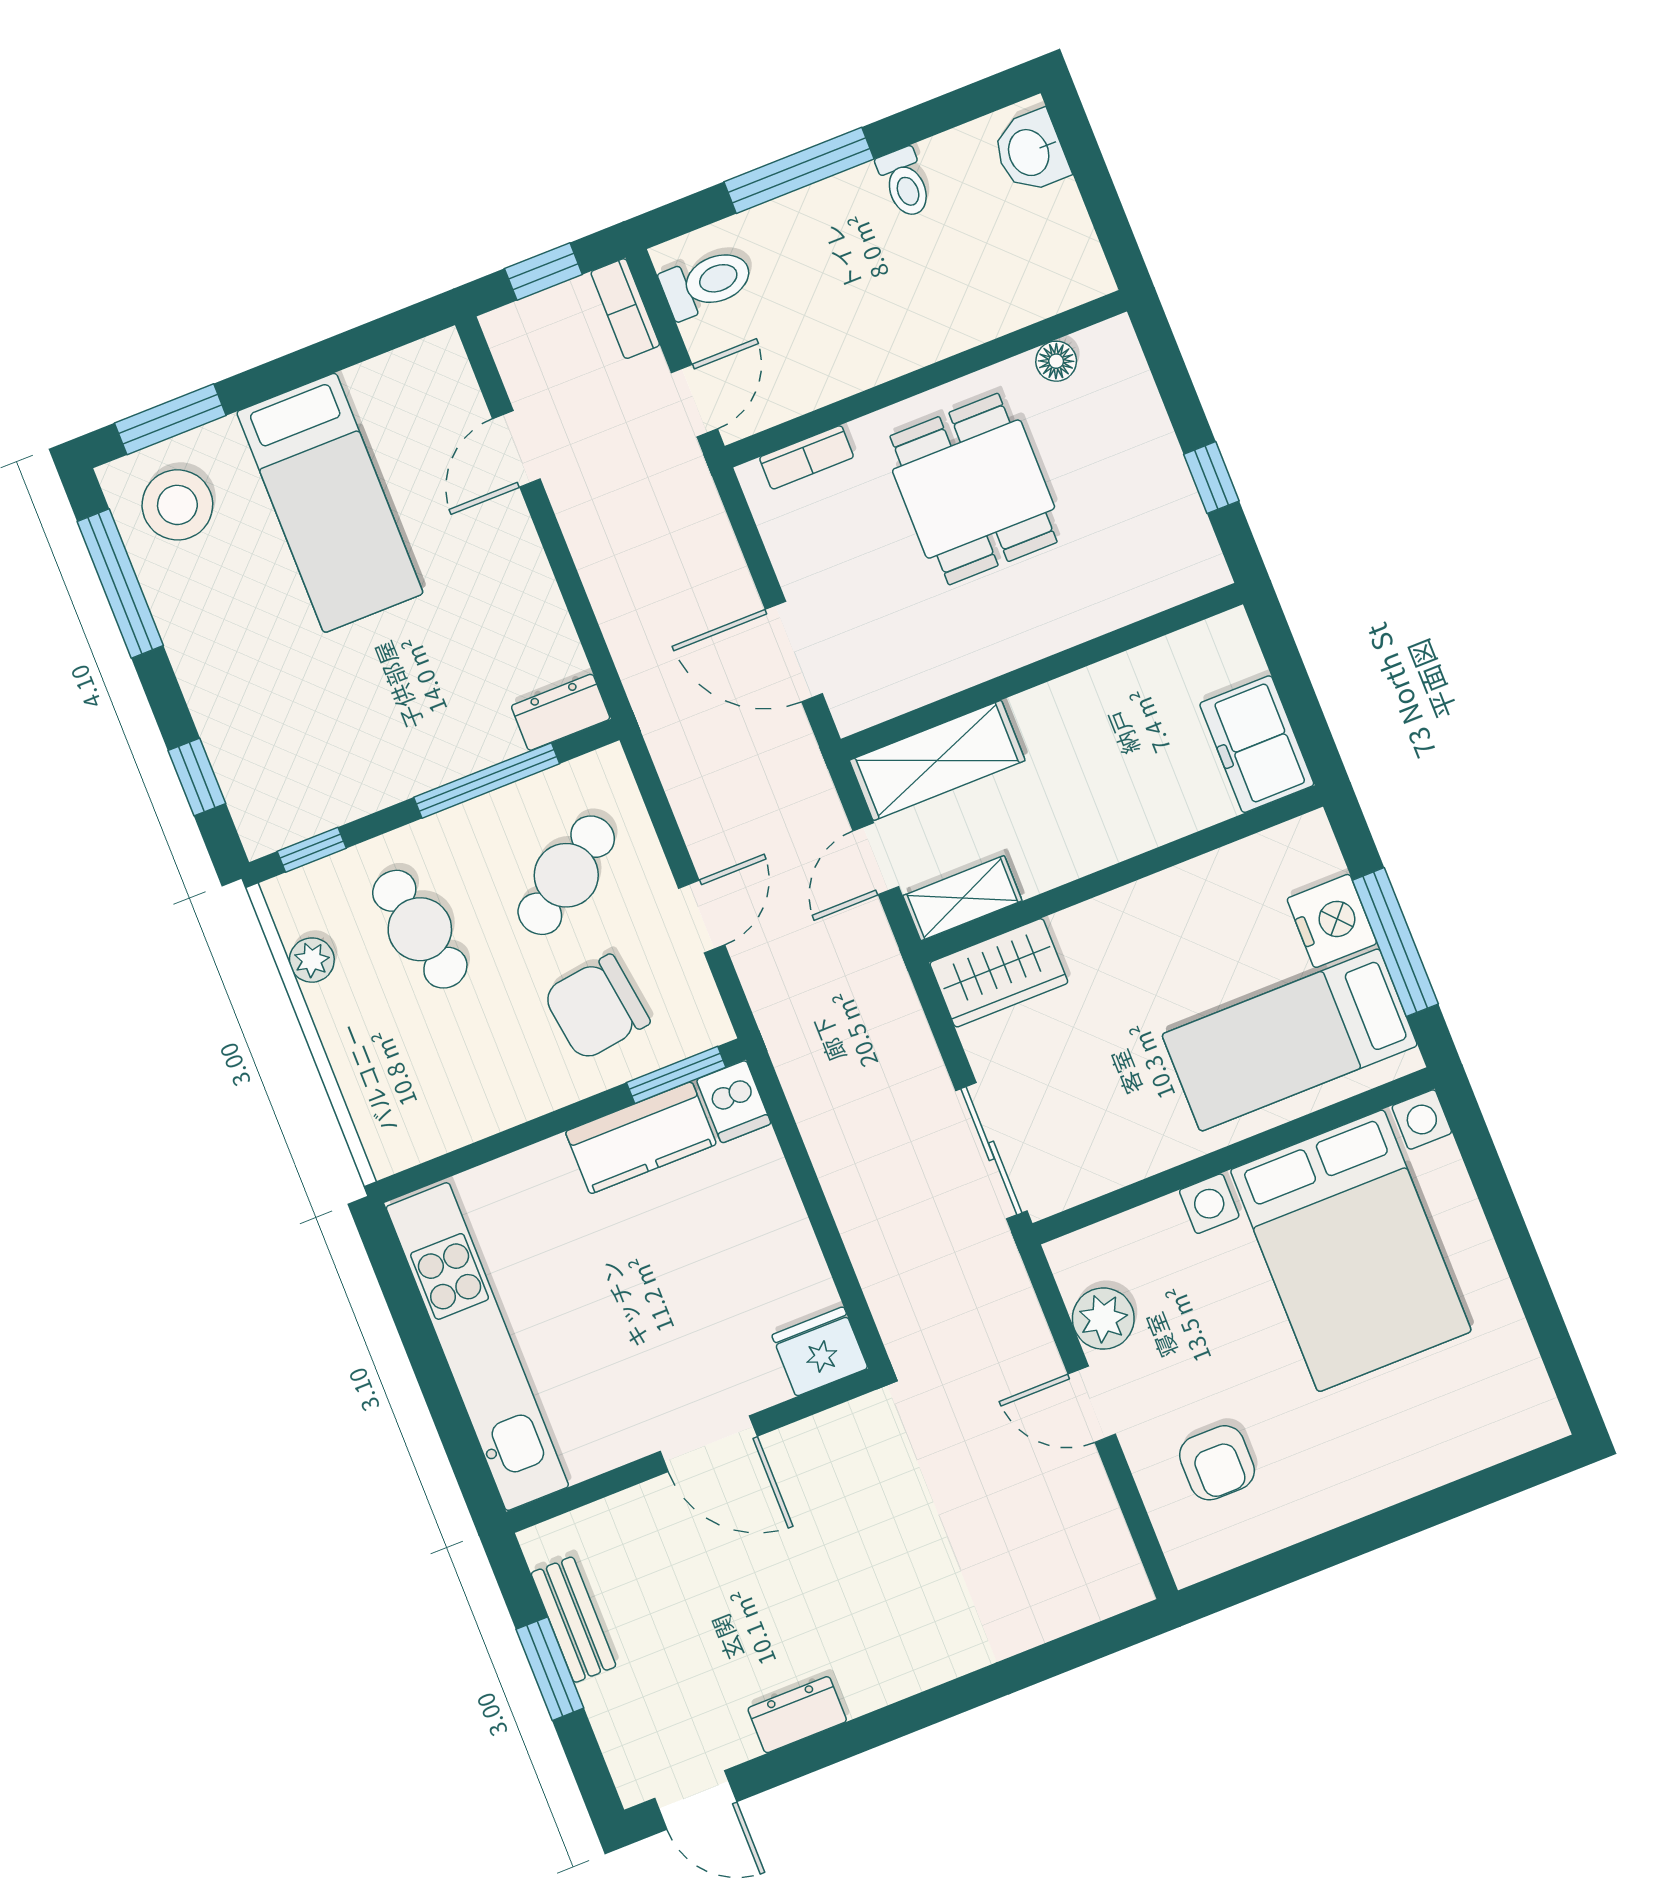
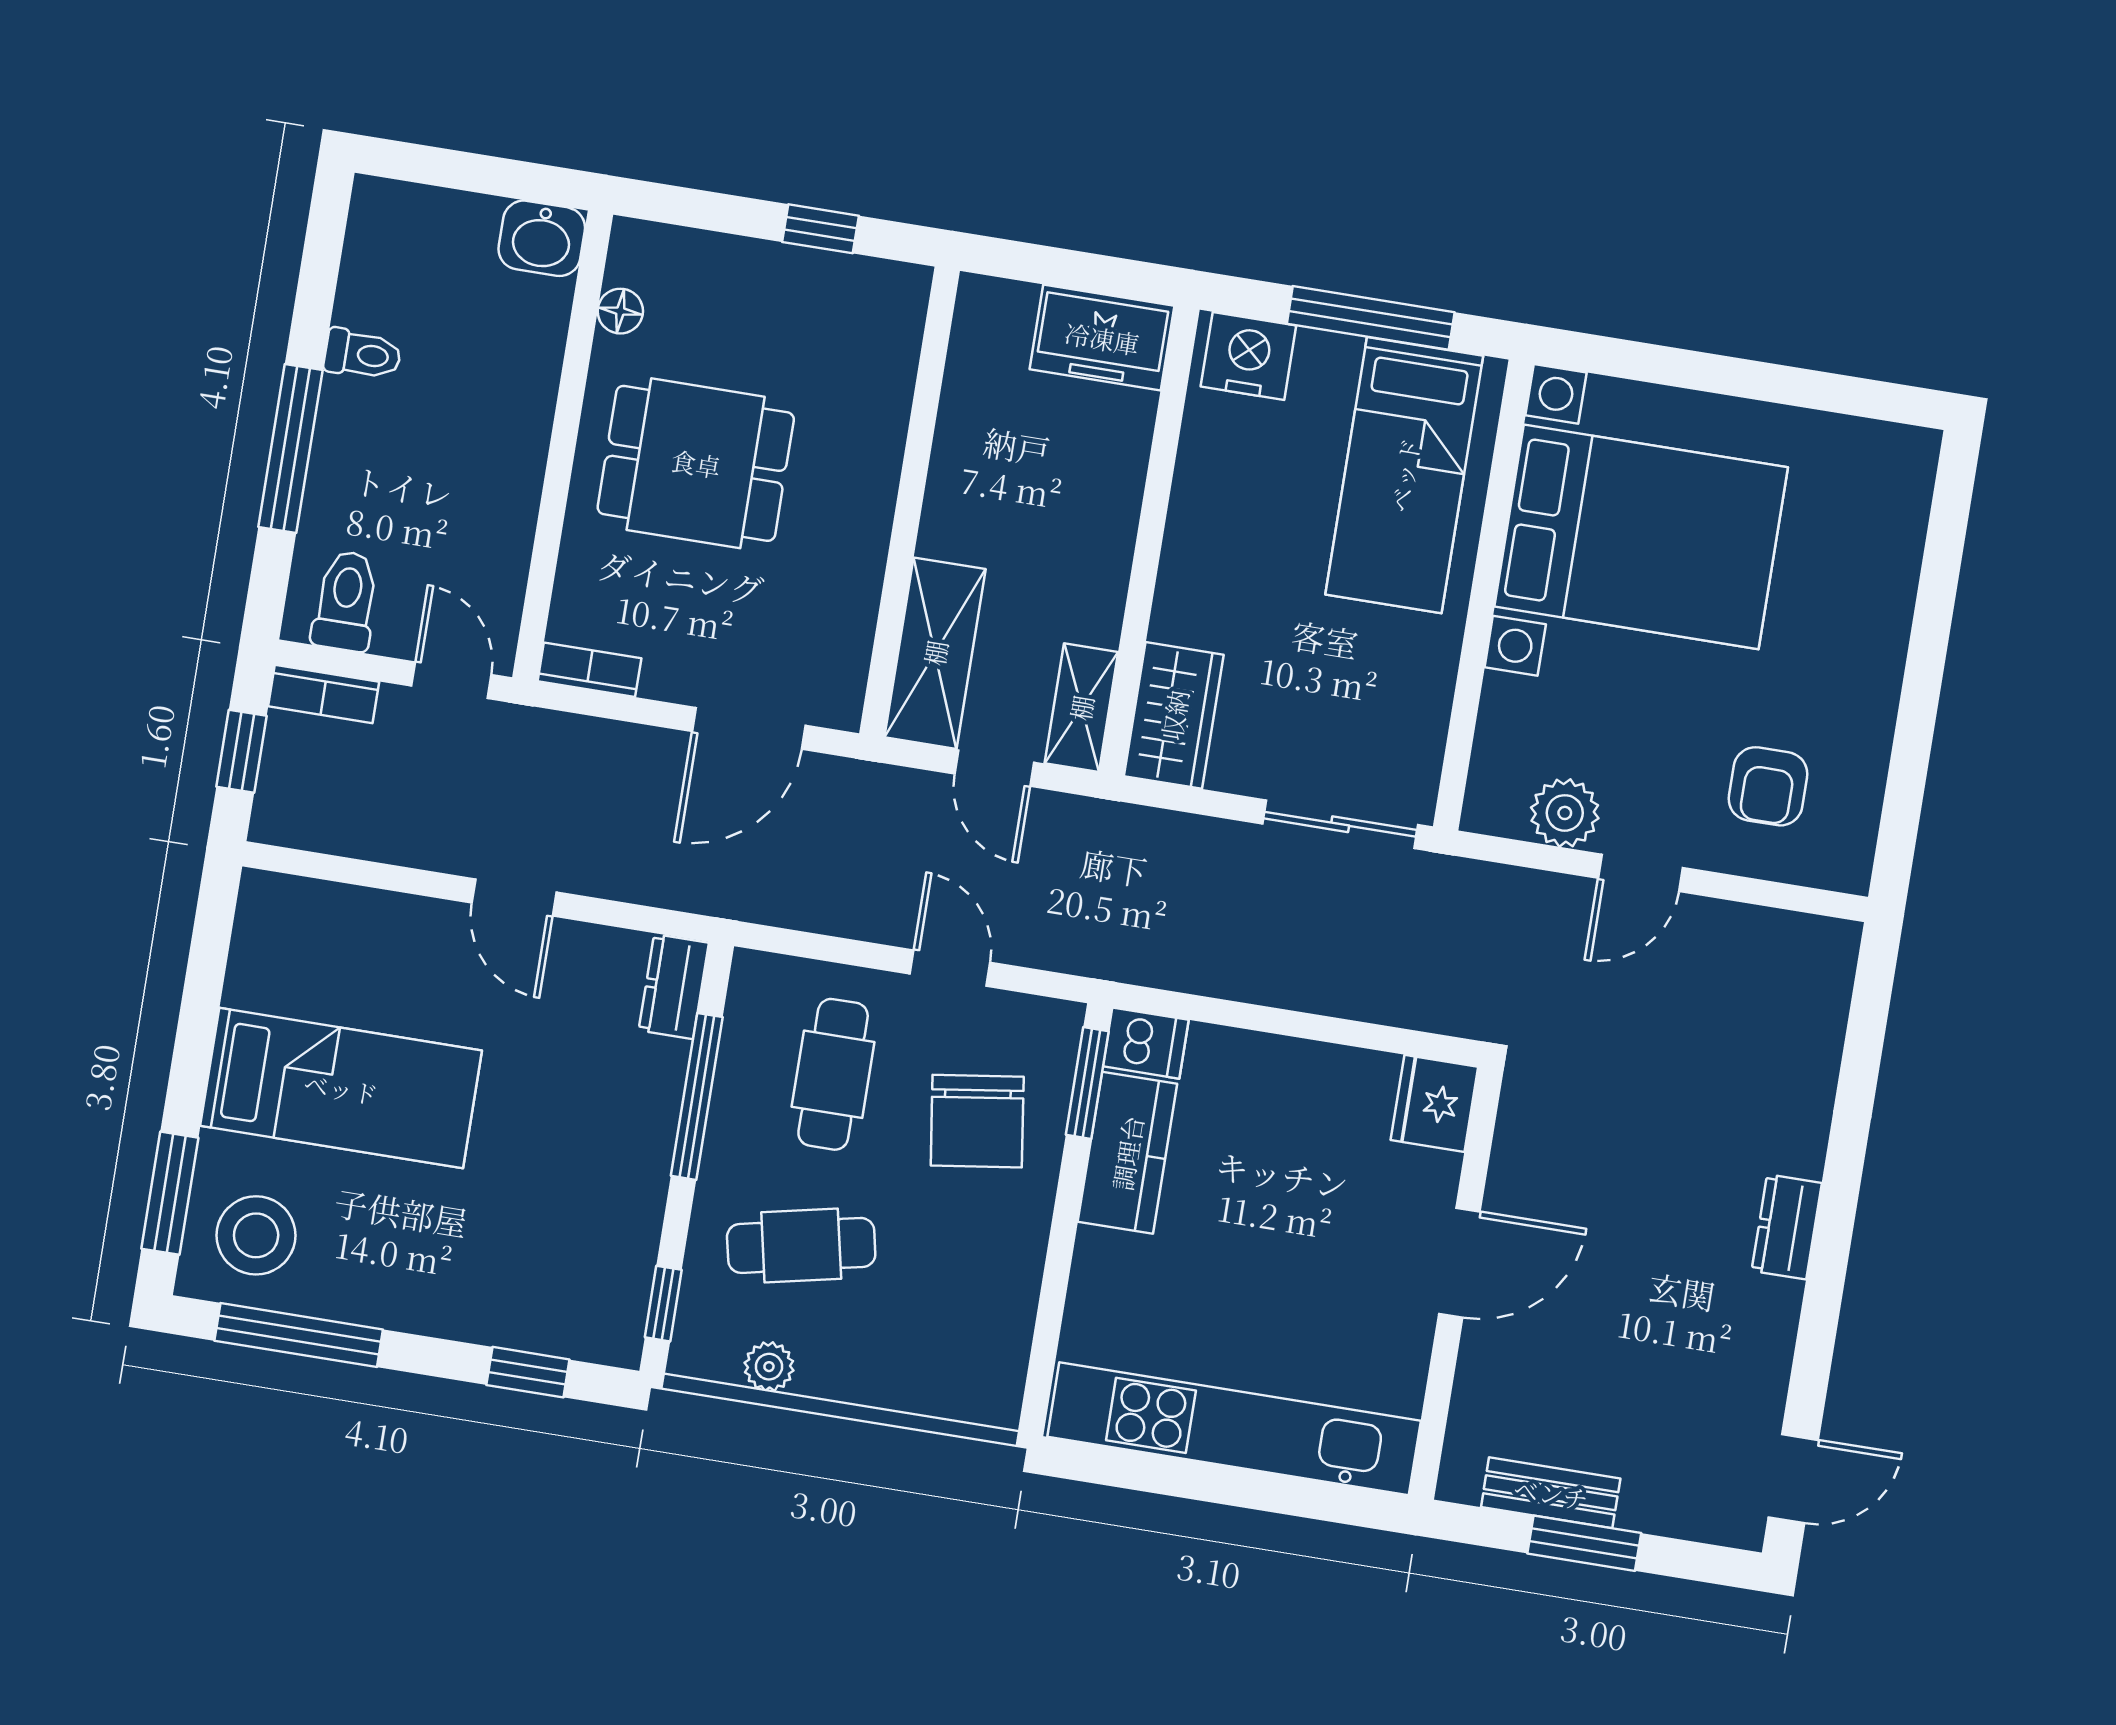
washbasin: (1030, 152) -> (542, 238), moved
door: (516, 449) -> (514, 898), moved
bookcase: (807, 457) -> (589, 670), moved, turned -90
cafe table: (566, 875) -> (833, 1074), turned 34
nightstand: (1332, 921) -> (1248, 356), moved
armchair: (1217, 1463) -> (1768, 786), turned 90
dresser: (797, 1715) -> (1787, 1227), moved

